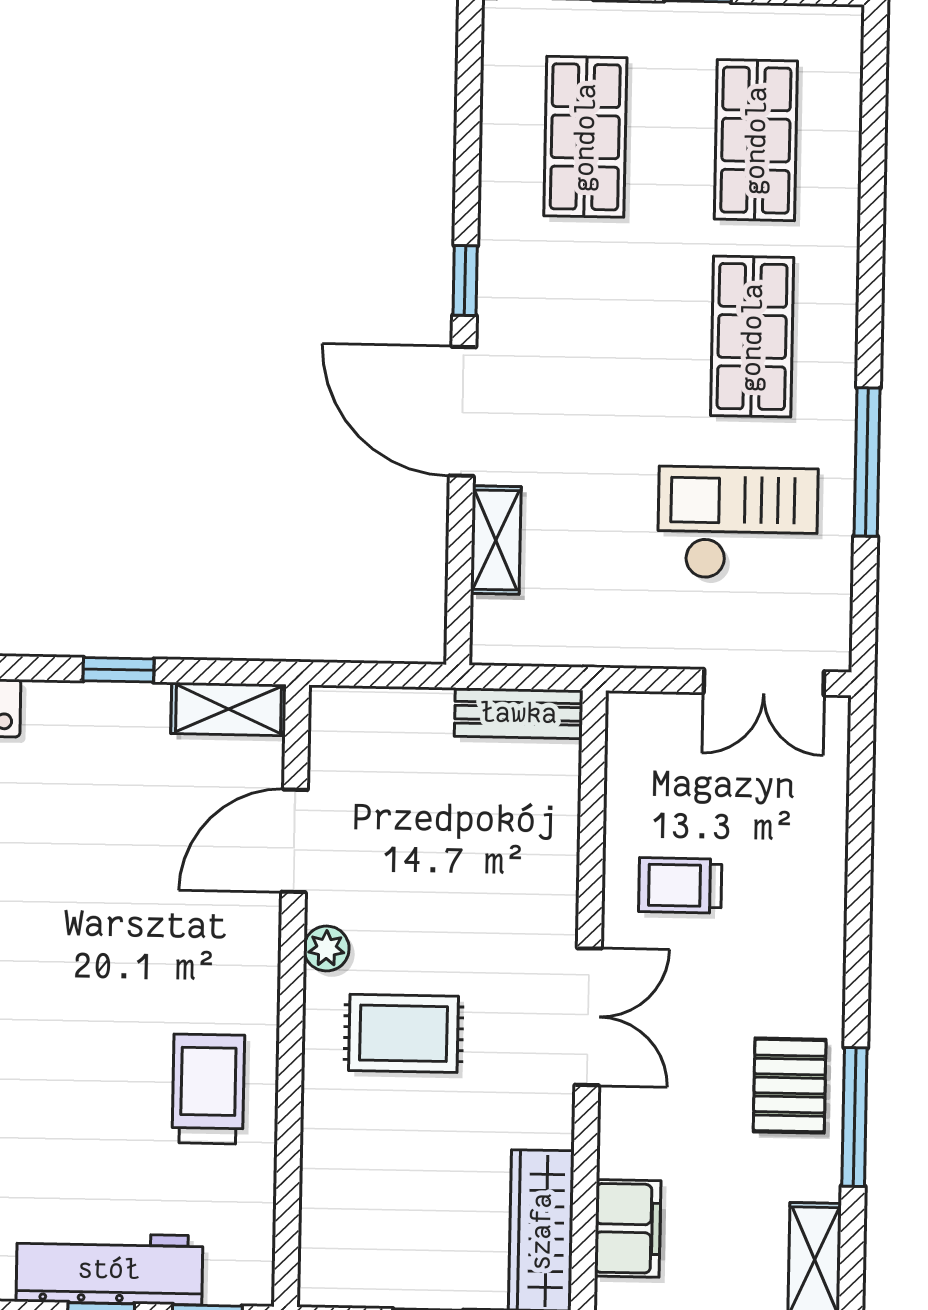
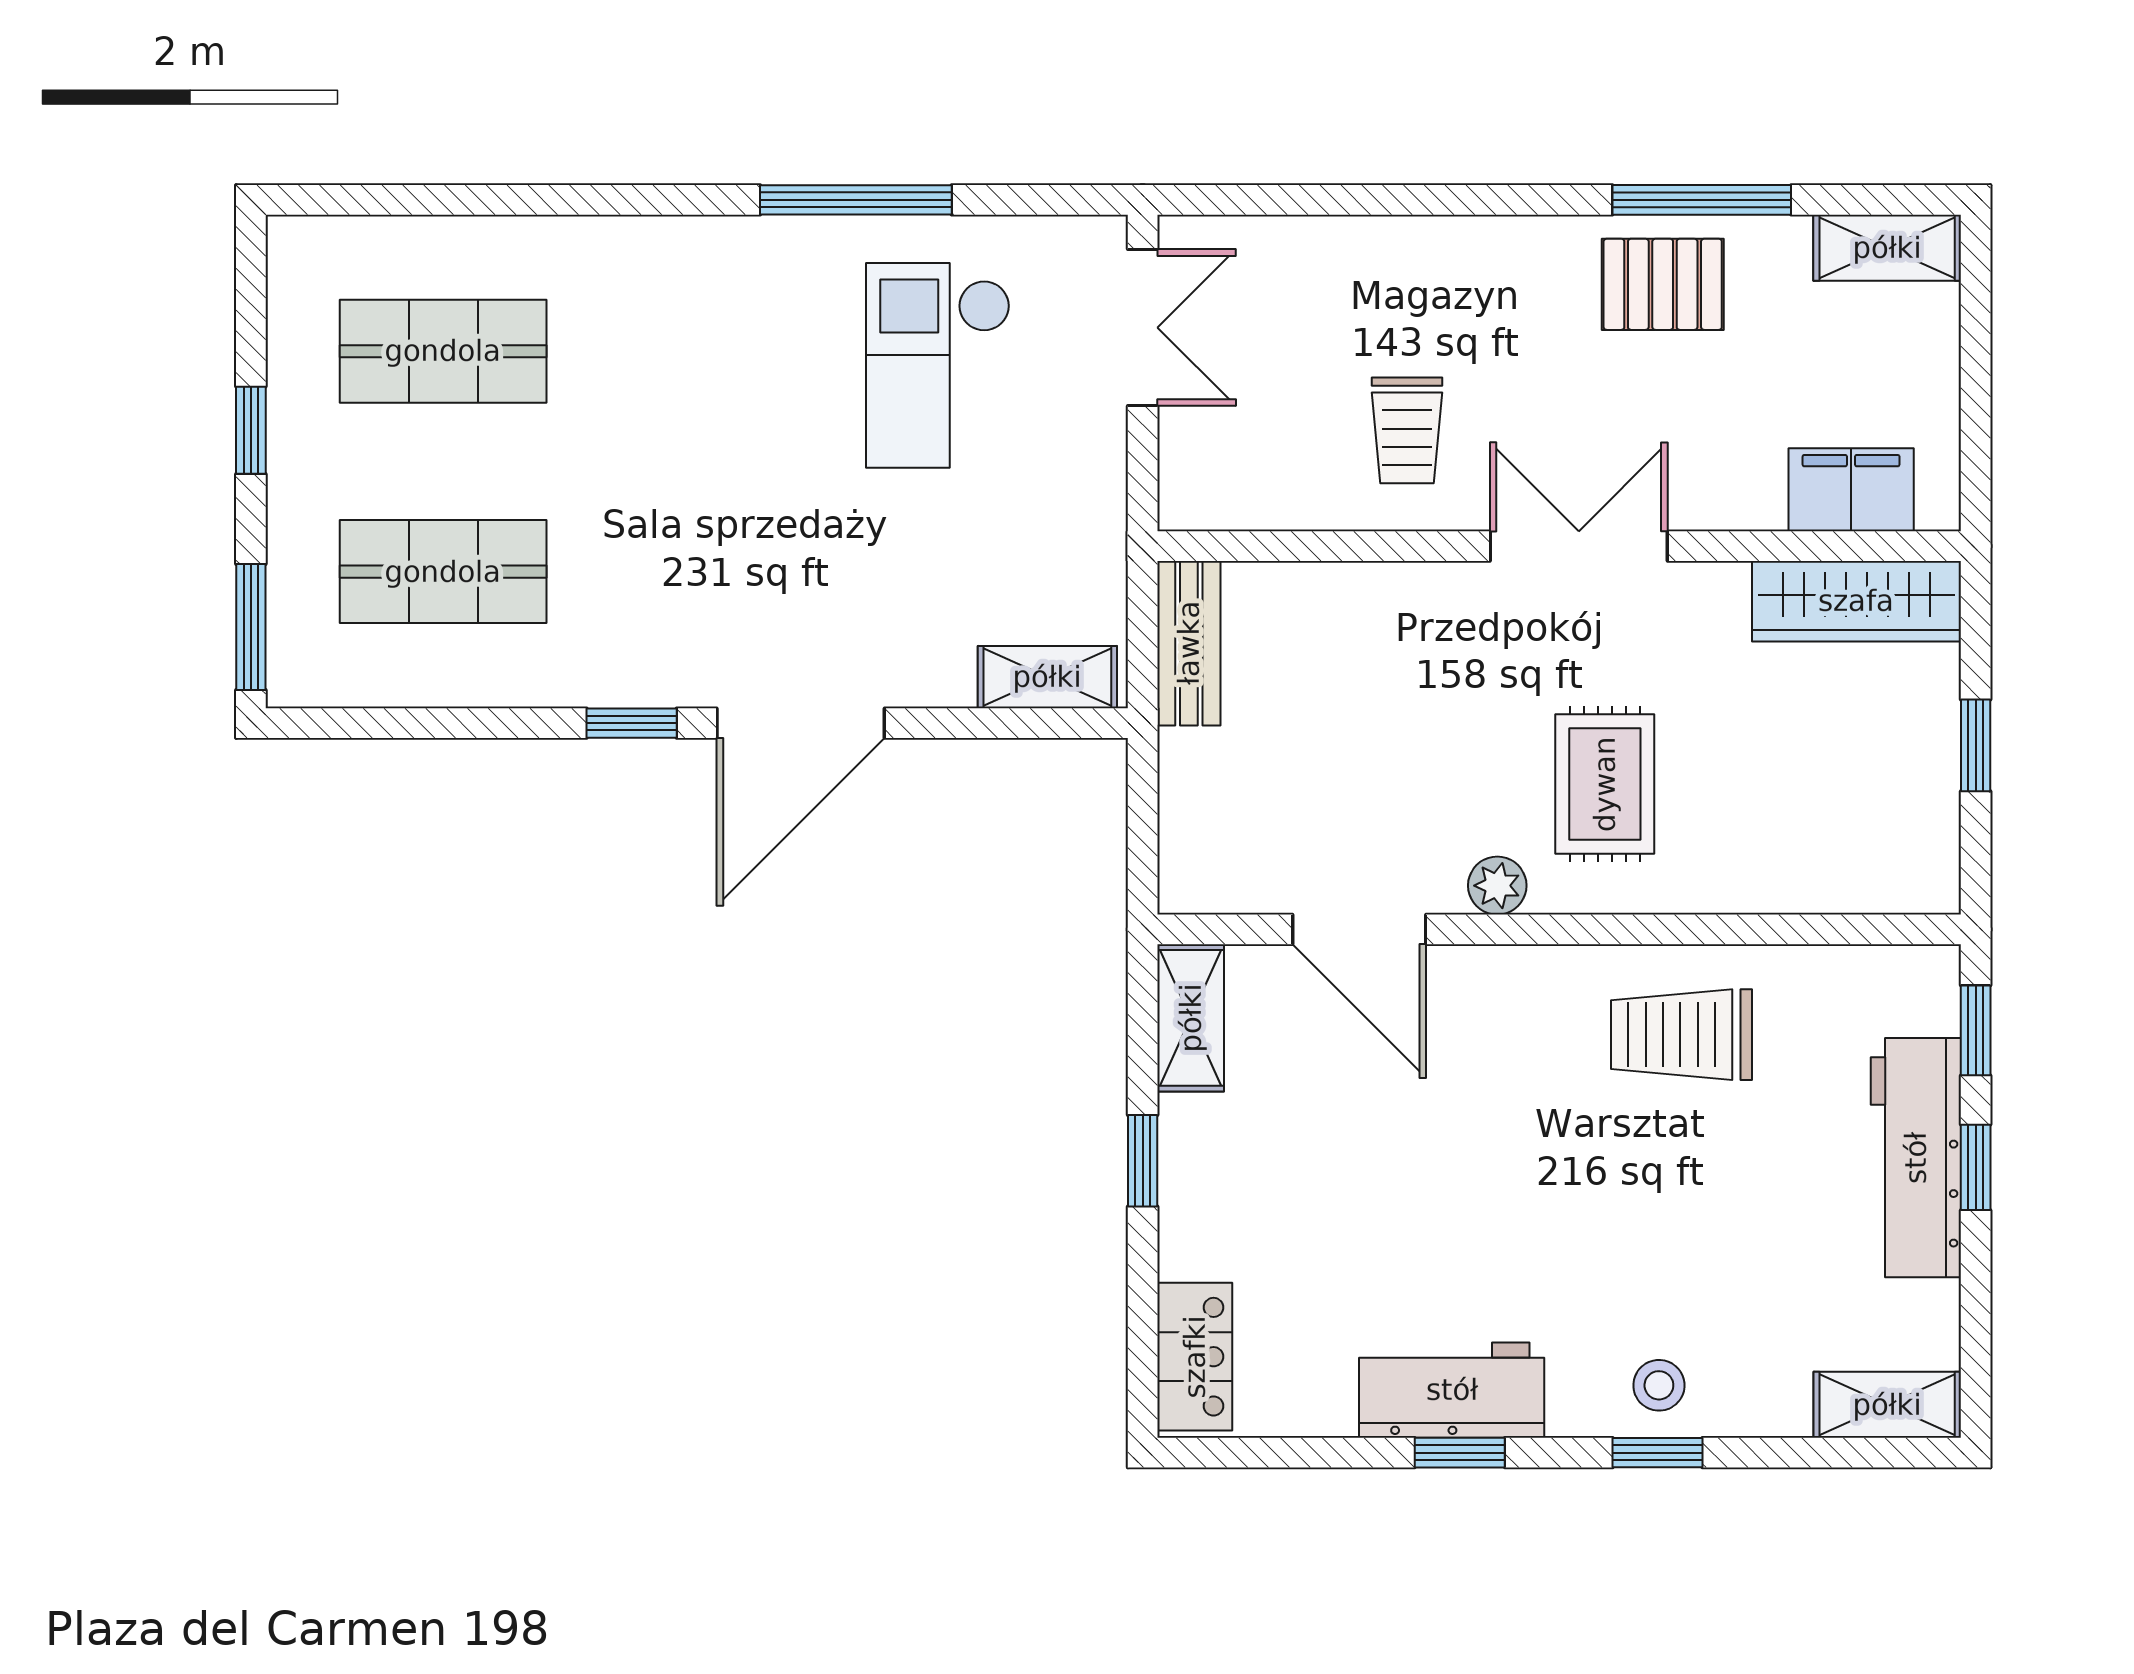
shop shelf: (752, 337) -> (697, 351), removed
shelving: (496, 540) -> (1047, 677), moved

